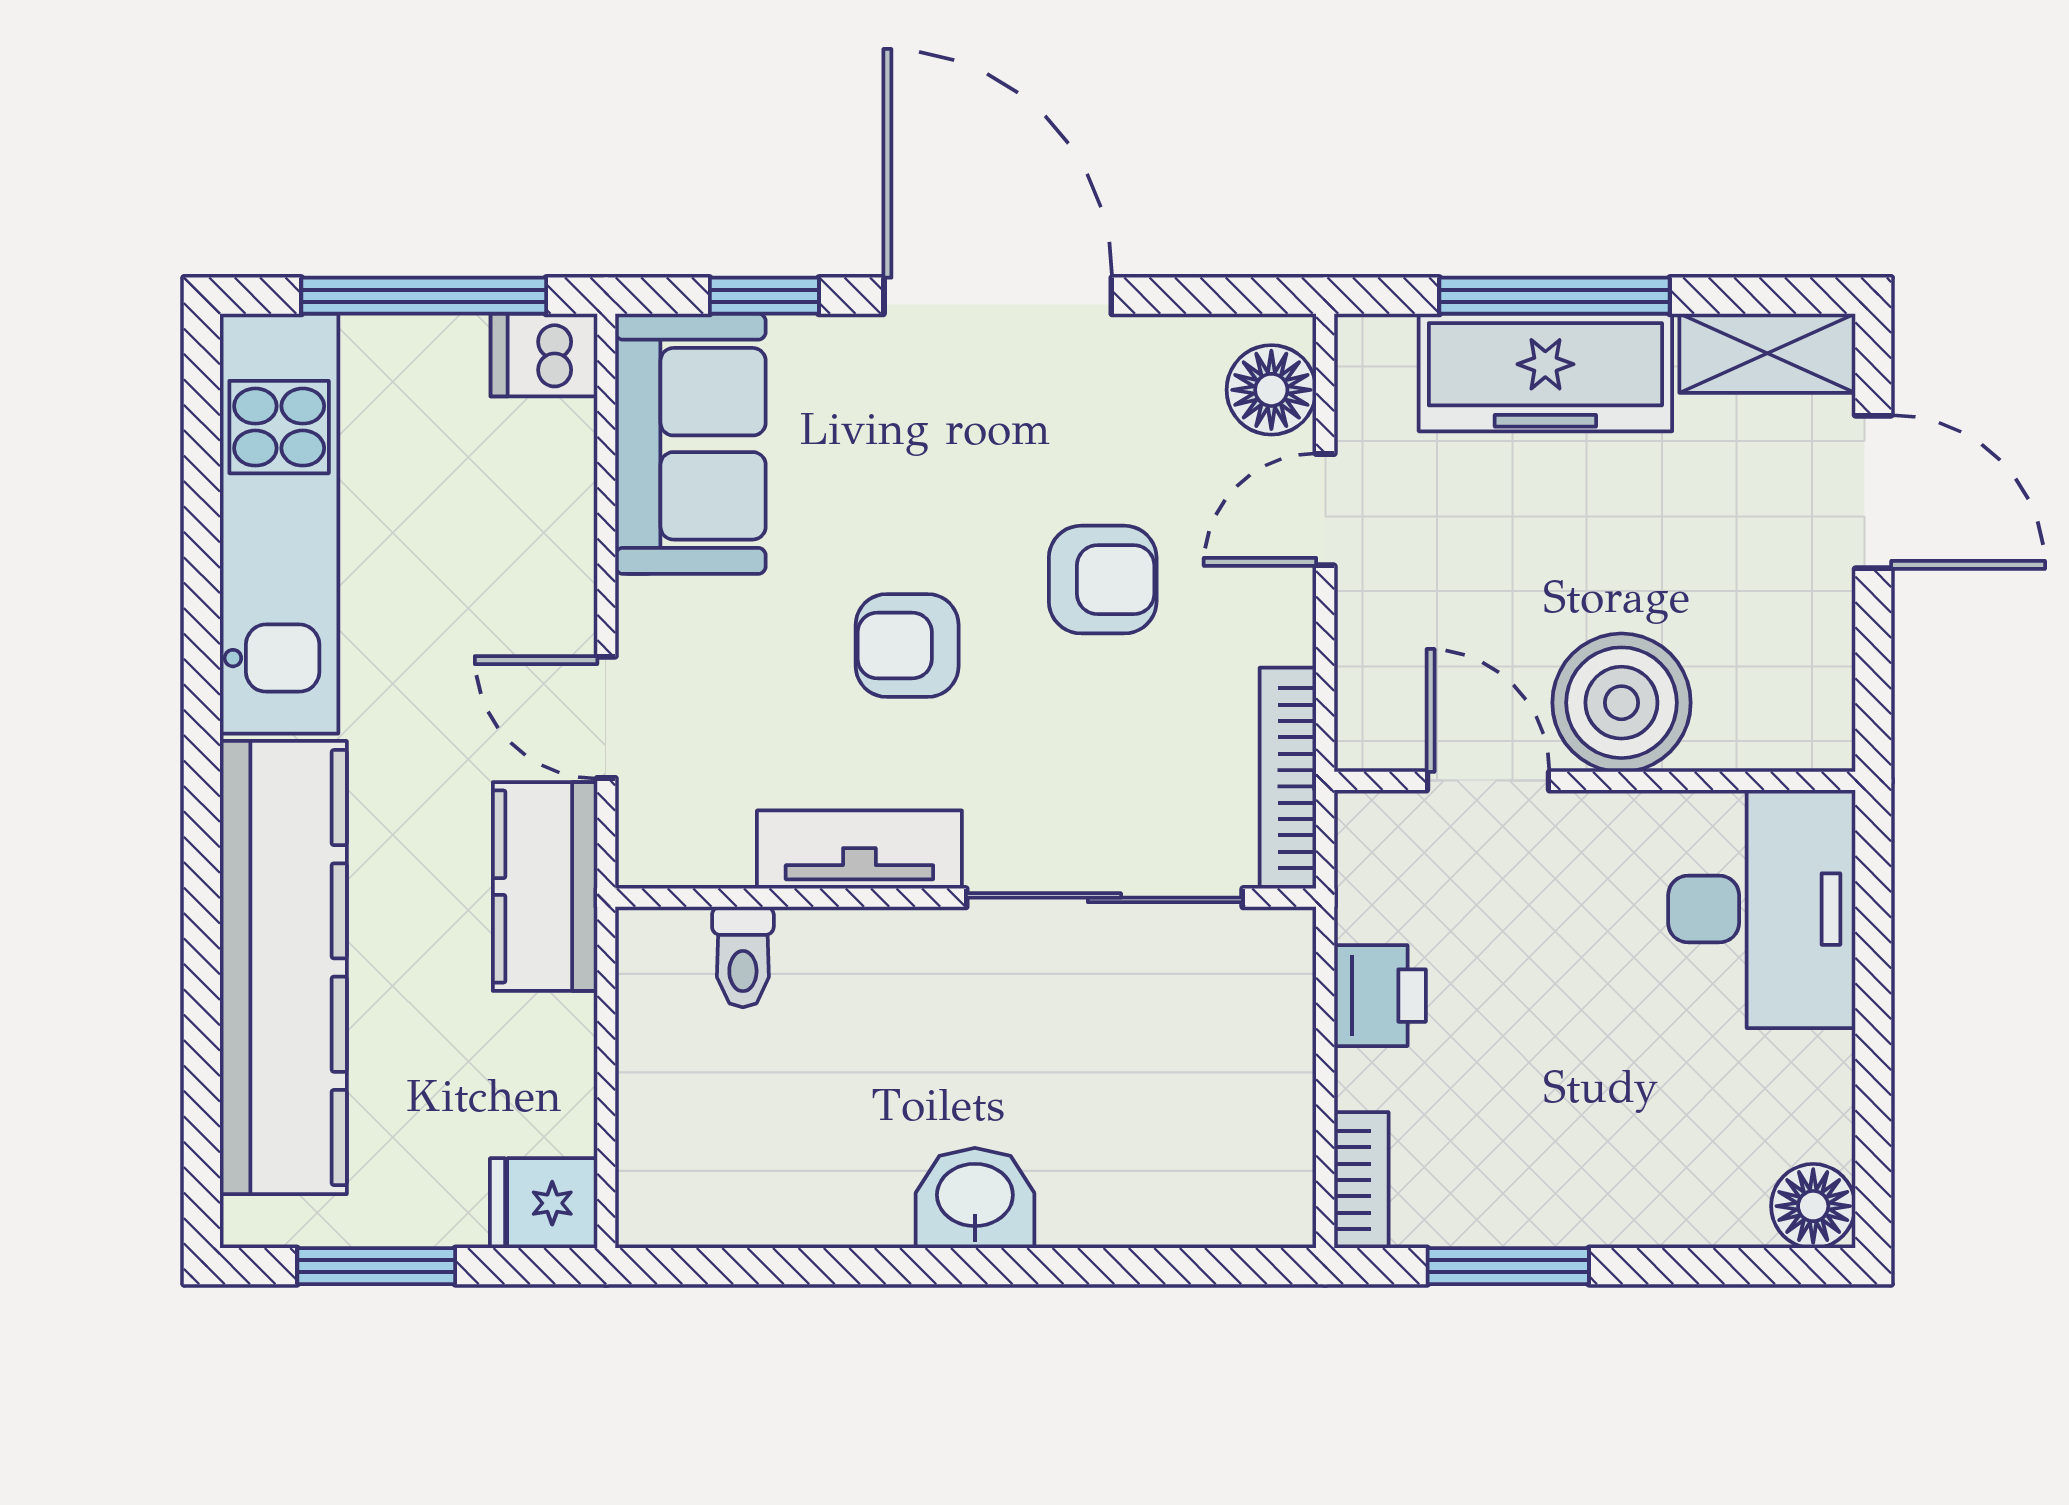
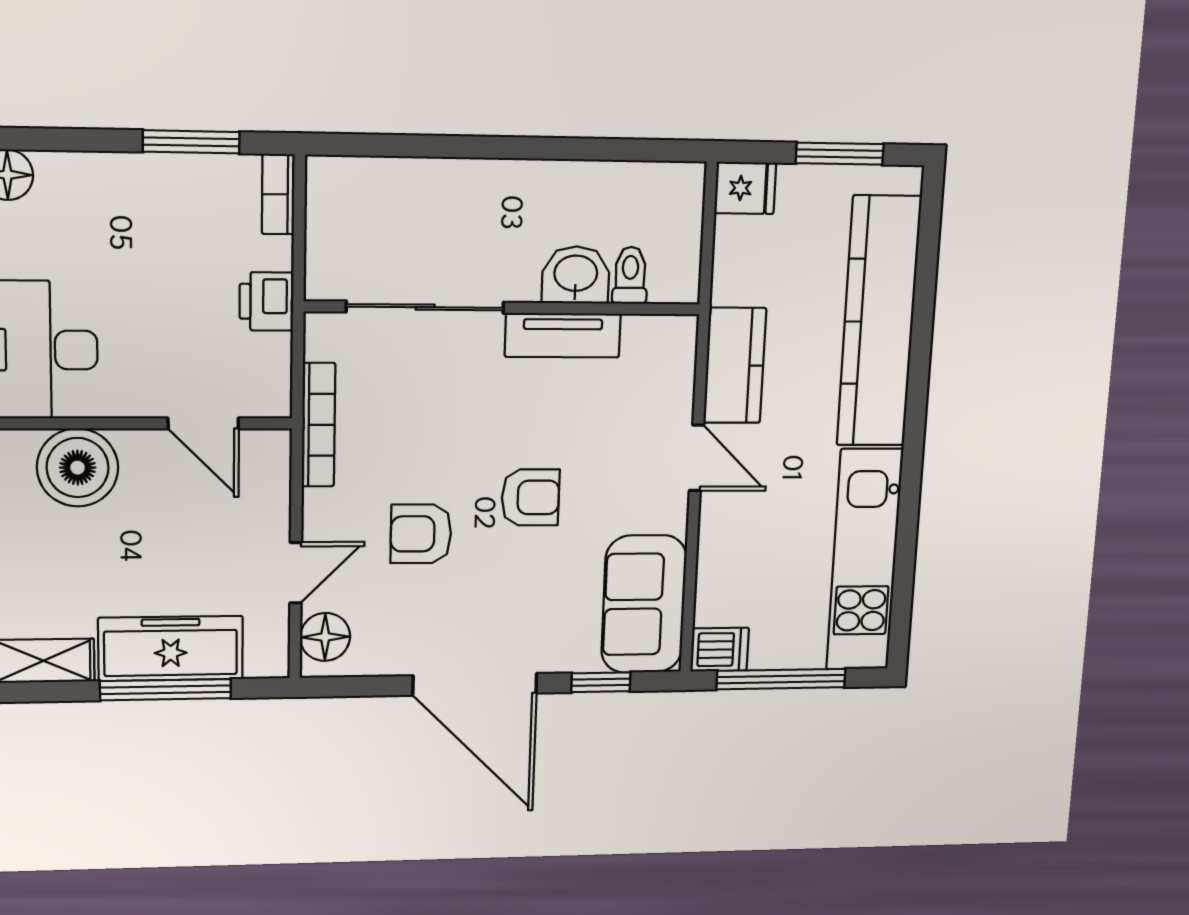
boiler: (1621, 703) -> (78, 468), moved
tv unit: (859, 850) -> (563, 335), moved
wall: (966, 898) -> (504, 308), moved
sliding door: (1104, 898) -> (425, 307), moved
toilet: (743, 957) -> (630, 275), moved
washbasin: (975, 1198) -> (576, 275), moved, turned 180

